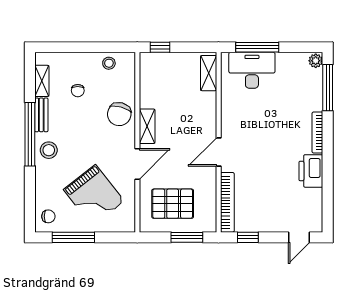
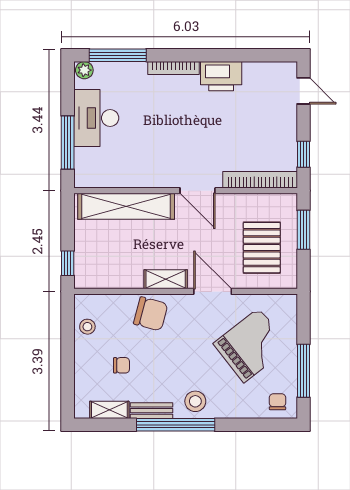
desk: (252, 70) -> (96, 118), moved
shelving: (209, 73) -> (126, 206), width x2.20, depth x1.33

